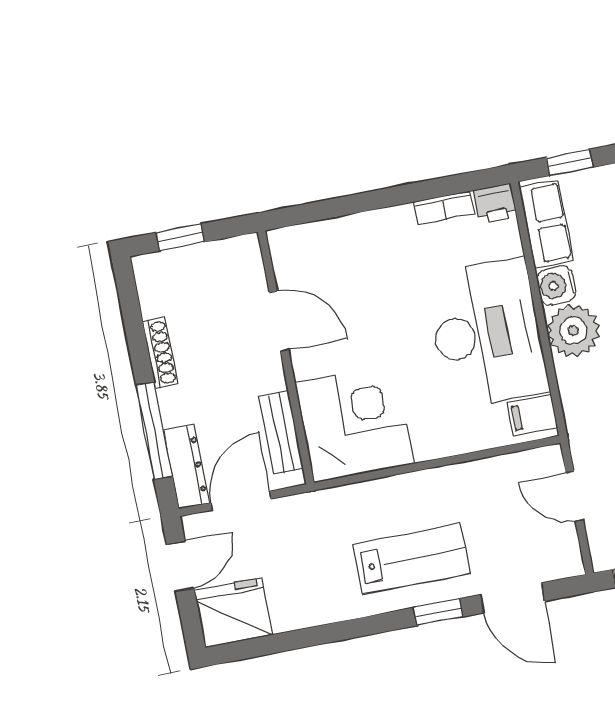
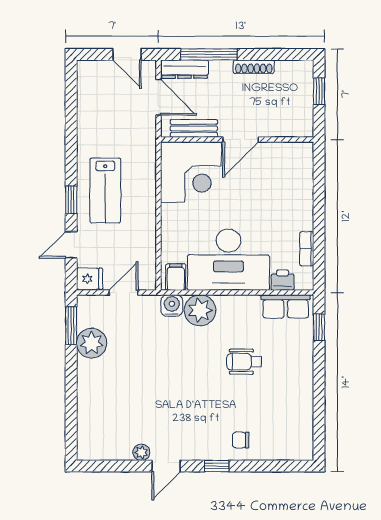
printer: (495, 204) -> (283, 280), moved, turned 90
water cooler: (556, 286) -> (172, 306), moved
door: (279, 321) -> (241, 140), moved
plant: (573, 331) -> (200, 310), moved
door: (512, 598) -> (71, 245), width x0.73
fridge: (233, 613) -> (89, 279), moved, width x0.53, depth x0.75

